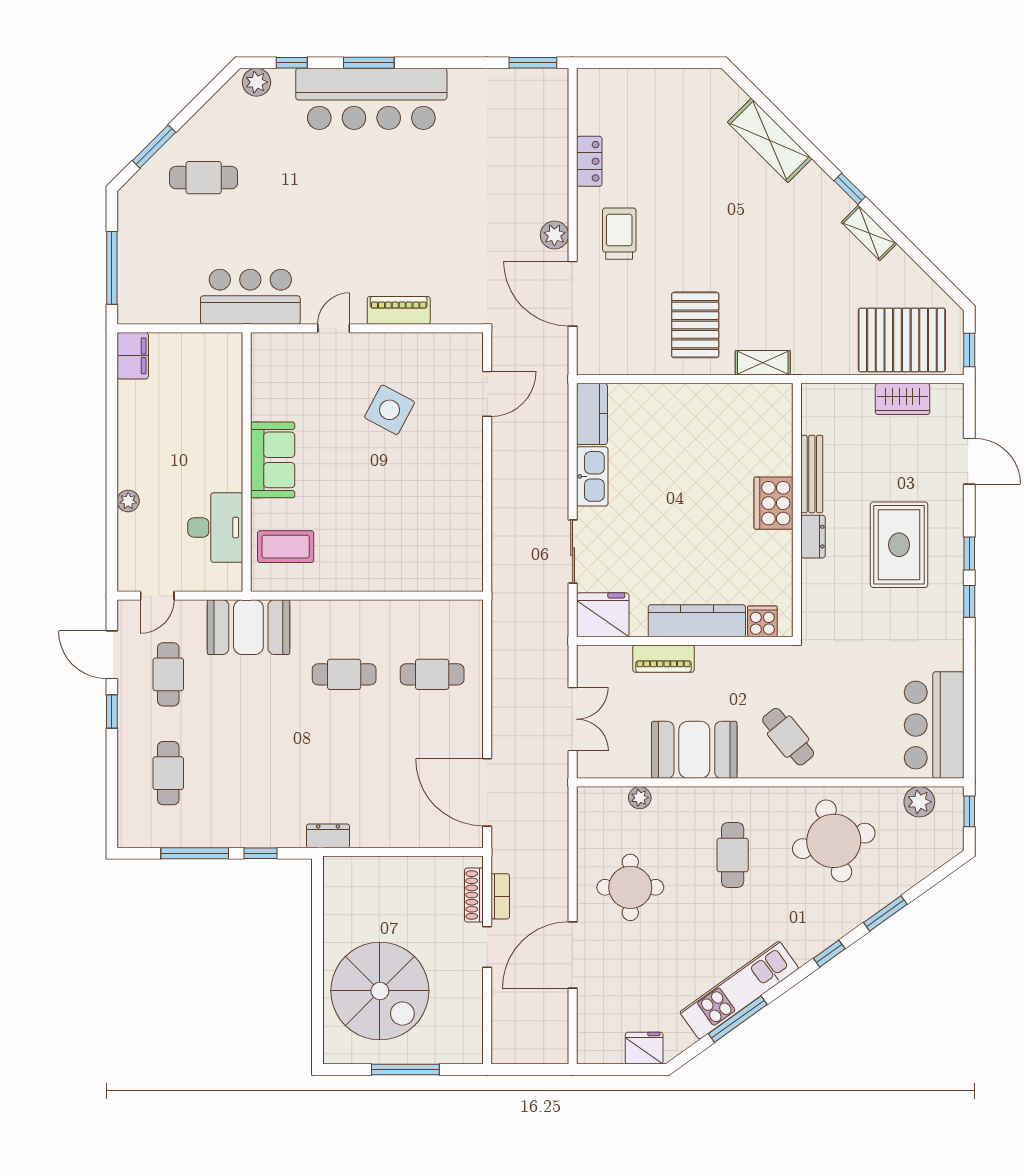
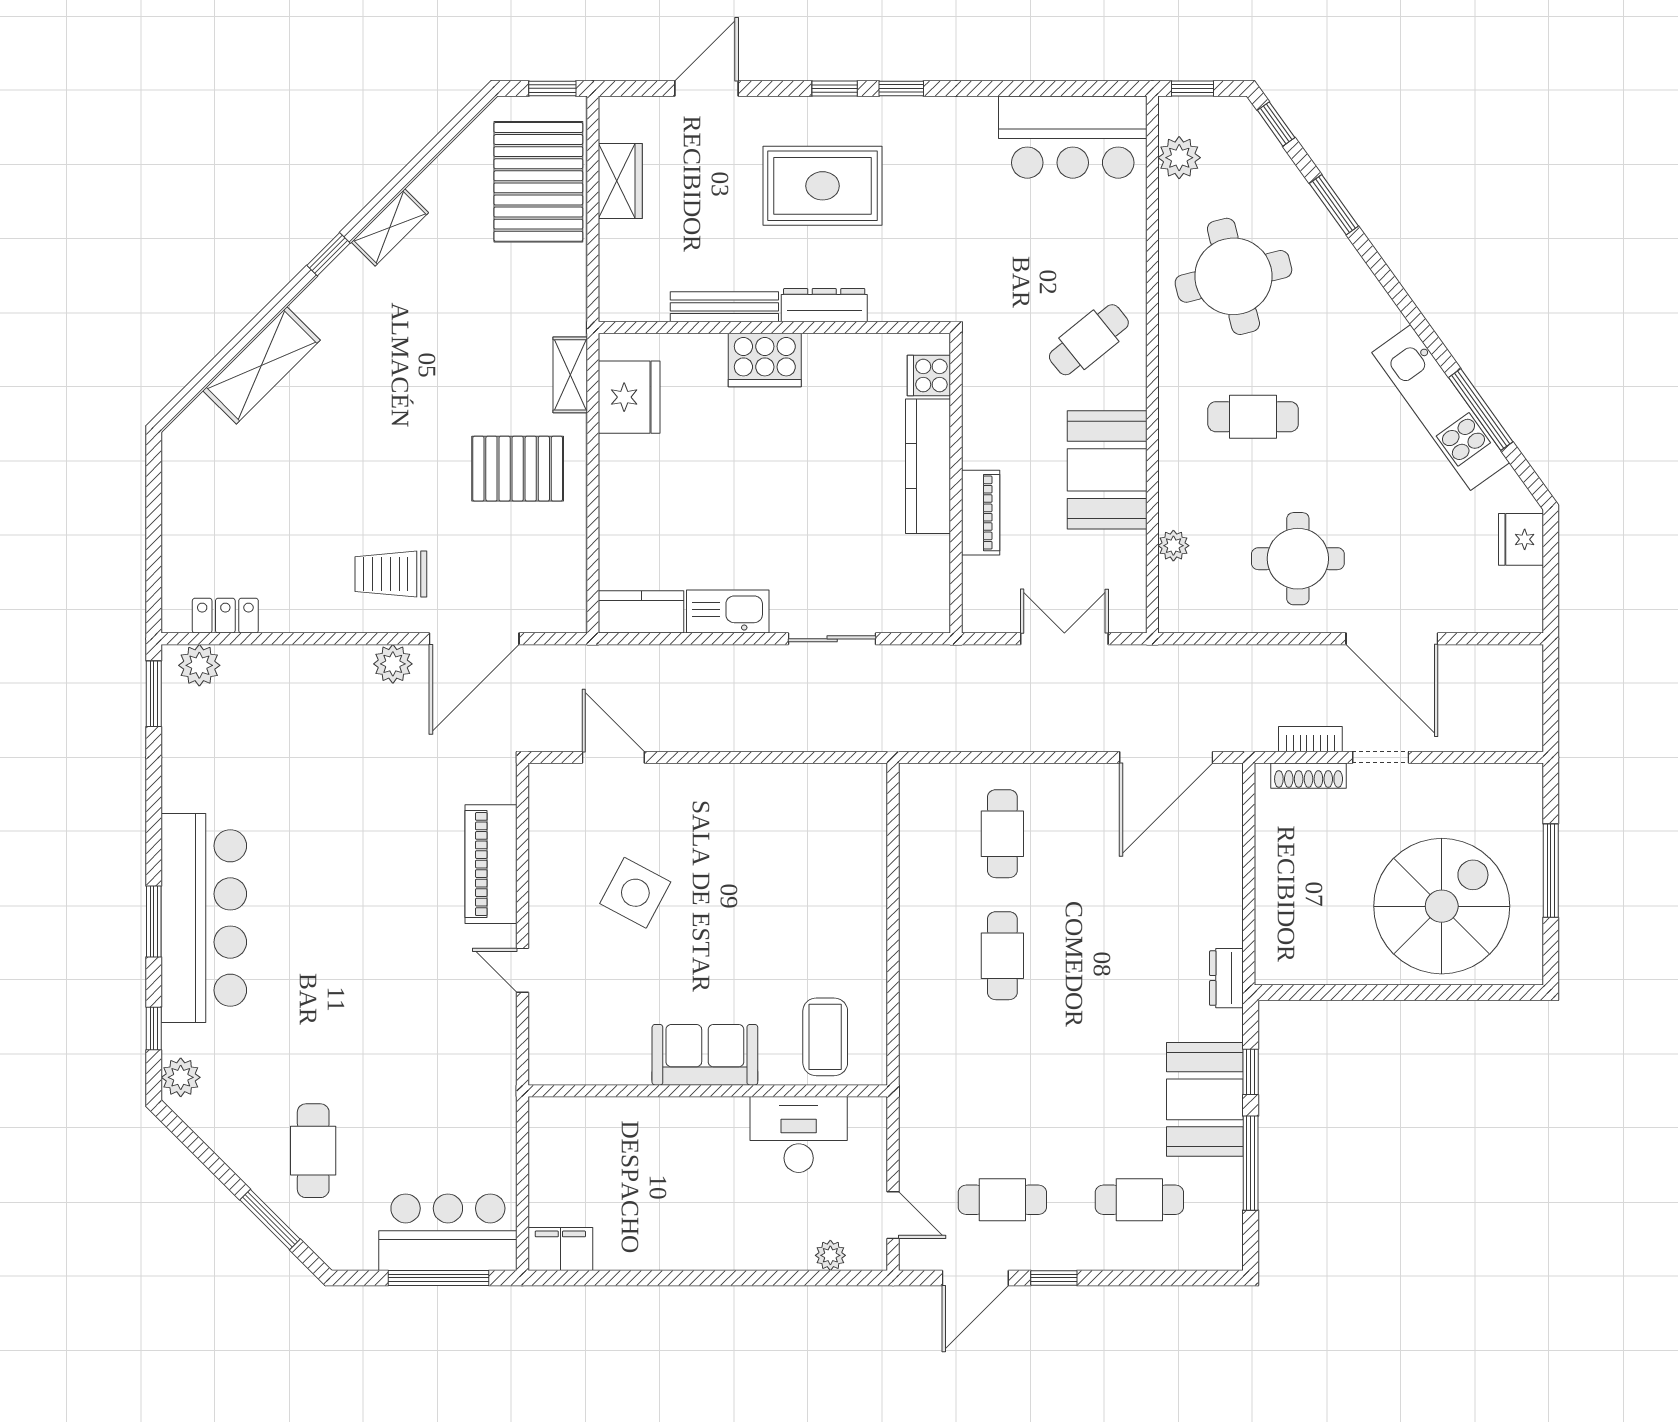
plant: (553, 96) -> (199, 665), added
locker: (589, 161) -> (225, 616), moved
bar counter: (250, 297) -> (448, 1232), moved, turned 90
piano: (399, 310) -> (491, 864), width x1.37, depth x1.33
plant: (128, 501) -> (830, 1255), moved
dresser: (813, 537) -> (824, 305), width x1.44
fridge: (603, 615) -> (629, 397), moved, turned 180
booth: (248, 627) -> (1205, 1099), moved
window: (829, 954) -> (1276, 124), moved

